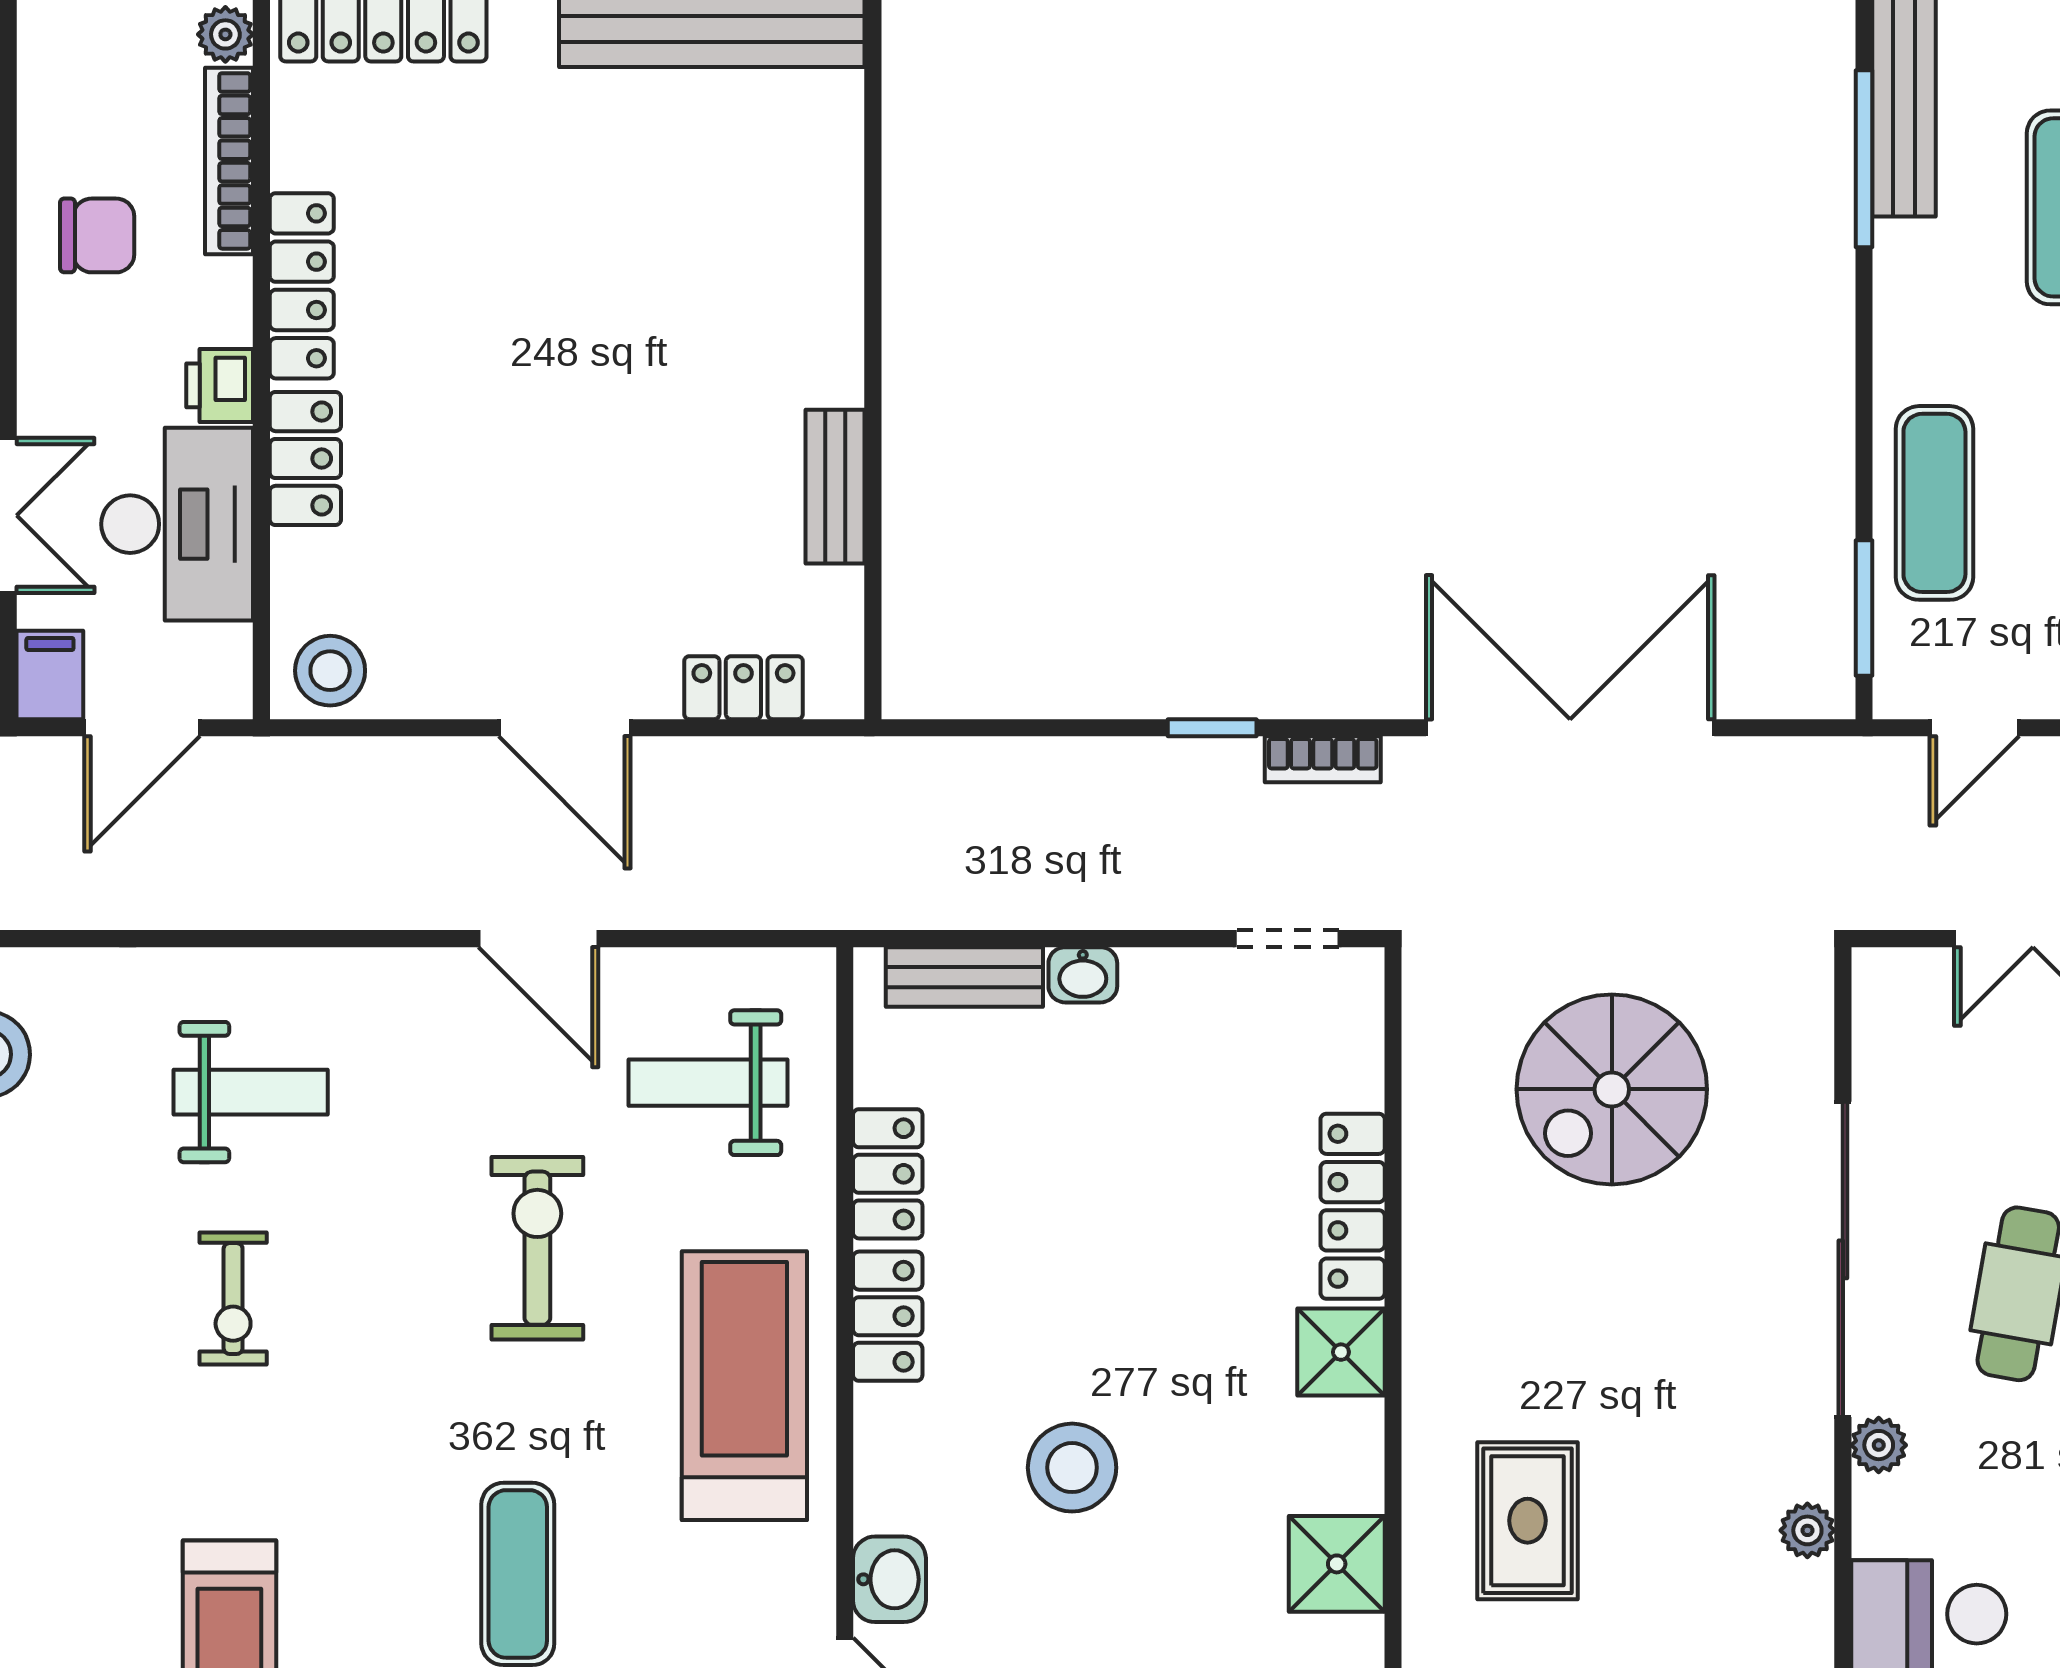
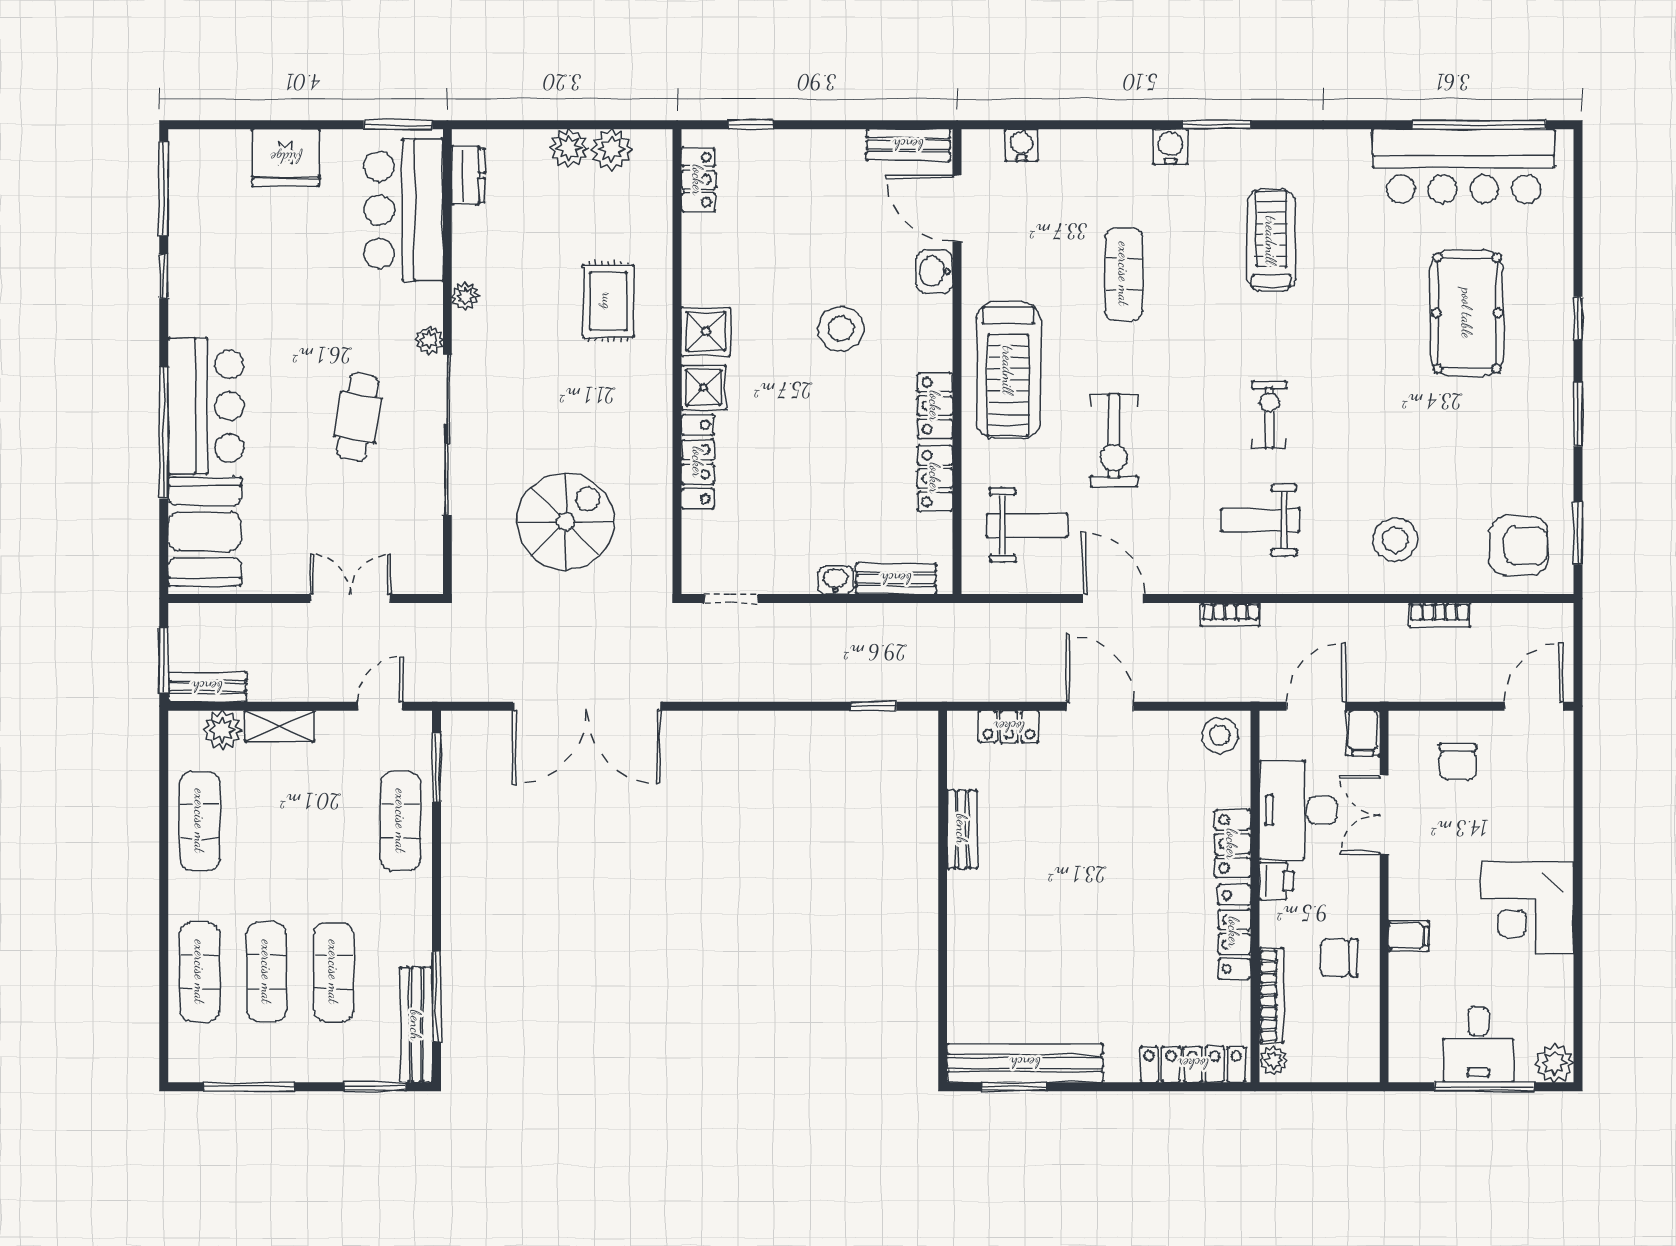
window: (1212, 728) -> (874, 706), moved
bookcase: (1323, 759) -> (1231, 615), moved, turned 180
shower: (1337, 1564) -> (706, 331), moved

